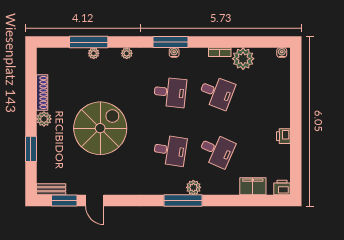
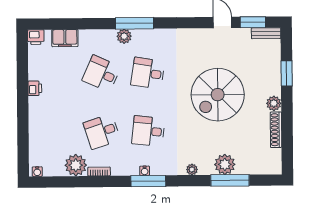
plant: (94, 53) -> (225, 164), width x1.87, depth x1.87
desk: (217, 92) -> (102, 131), turned -39

